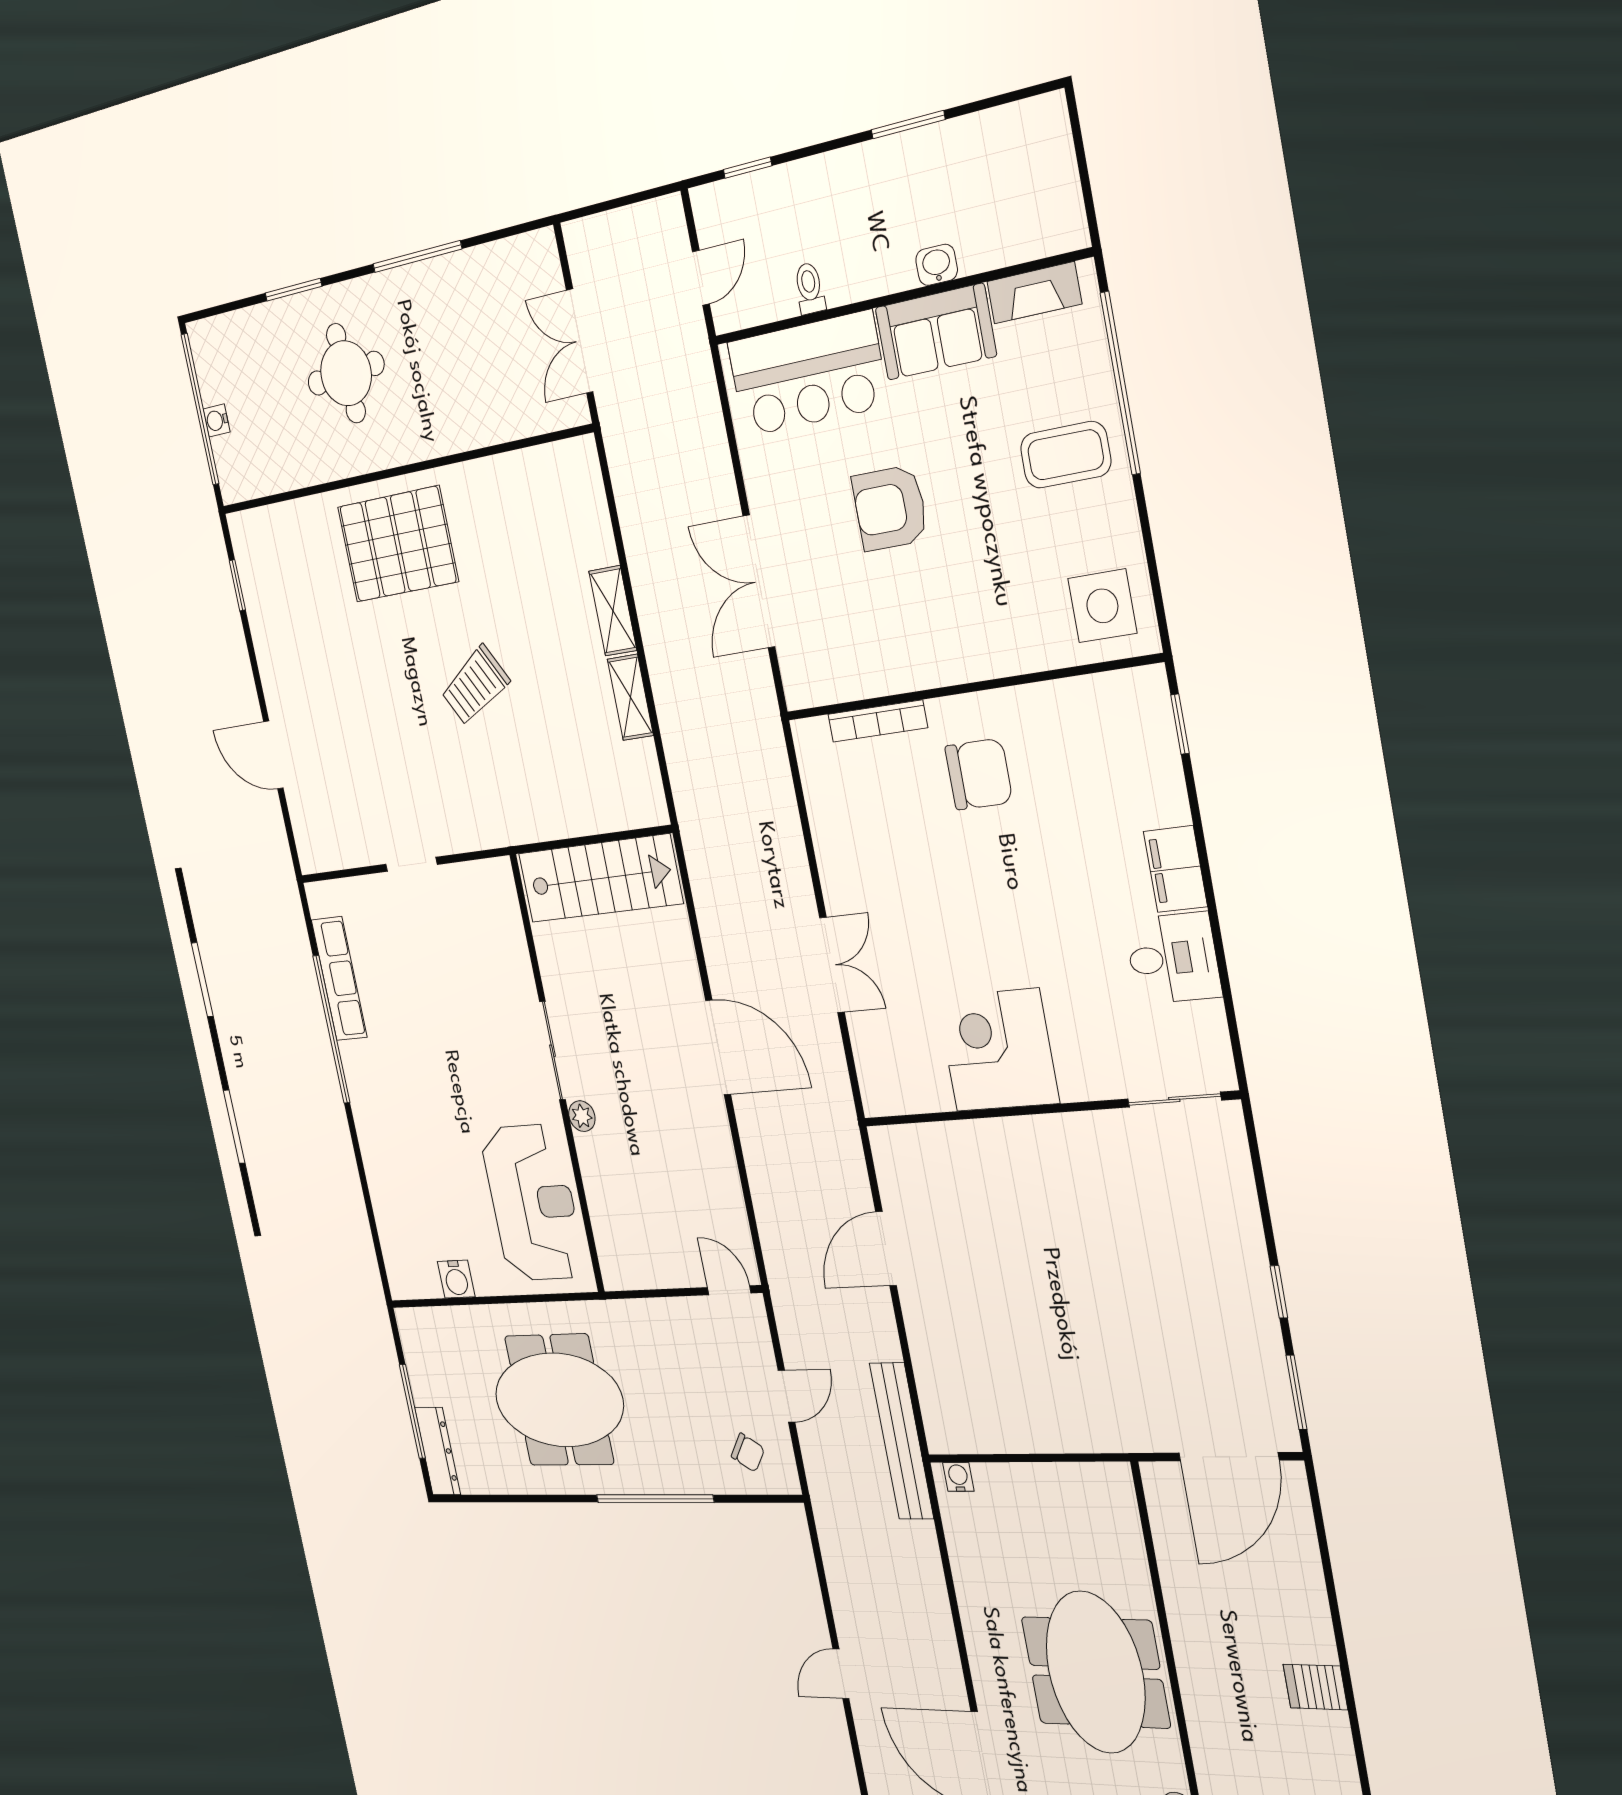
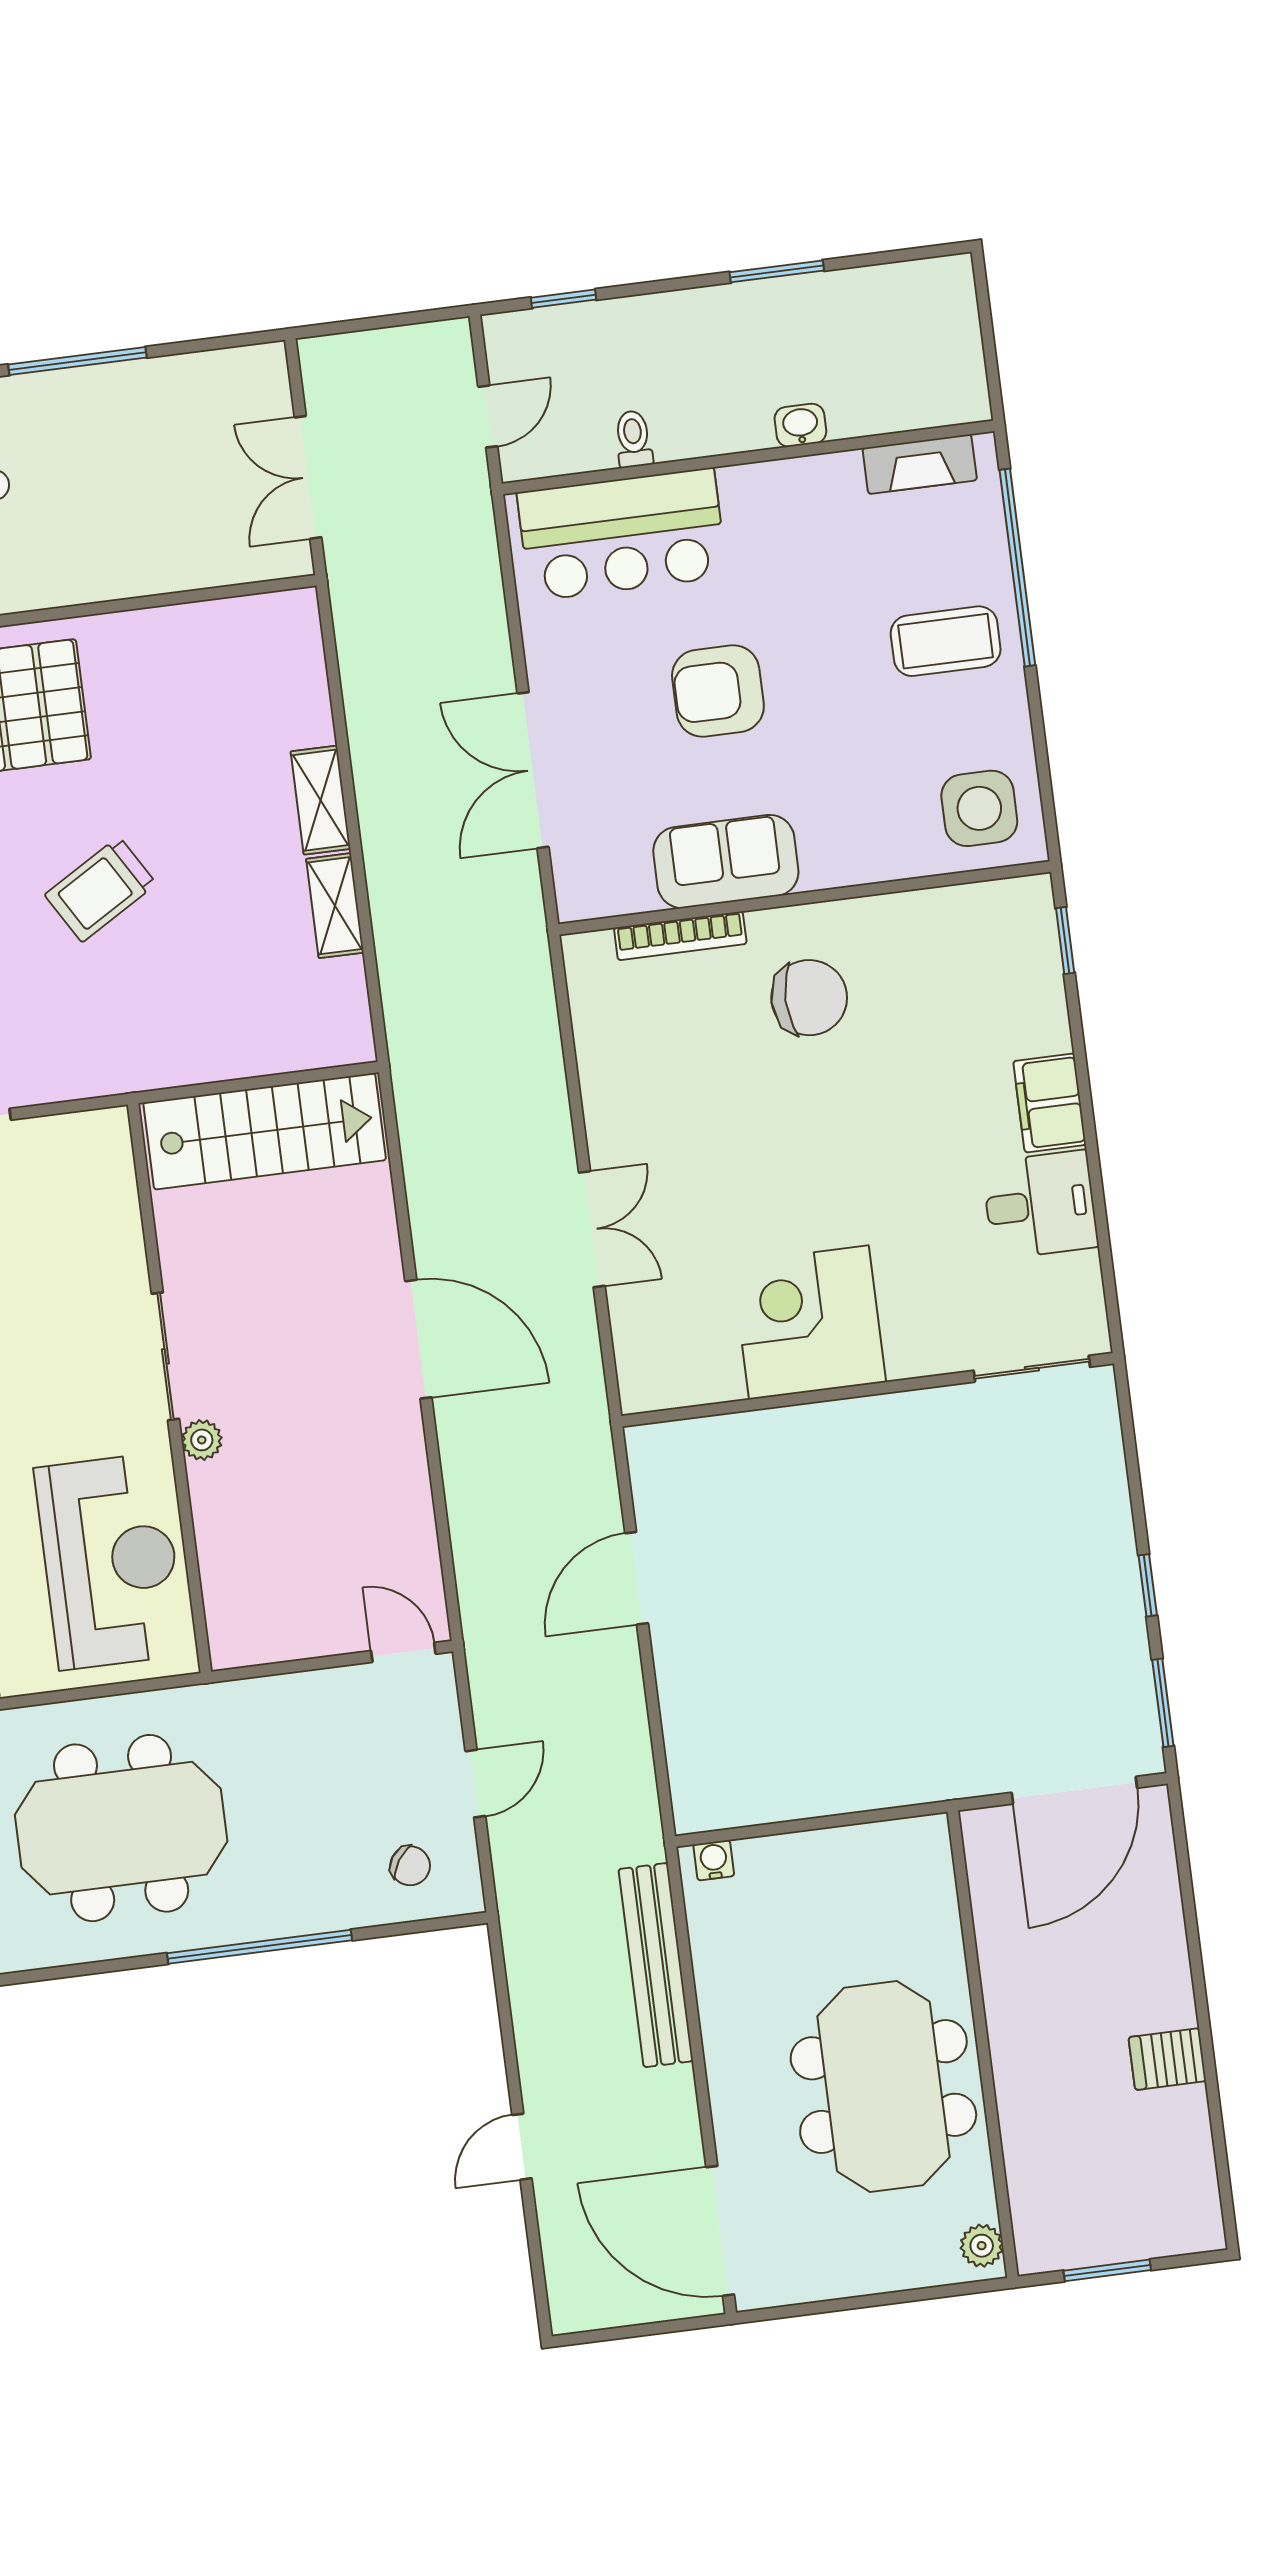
sofa: (936, 332) -> (726, 862), moved, turned 180
bench: (902, 1441) -> (656, 1965), moved

